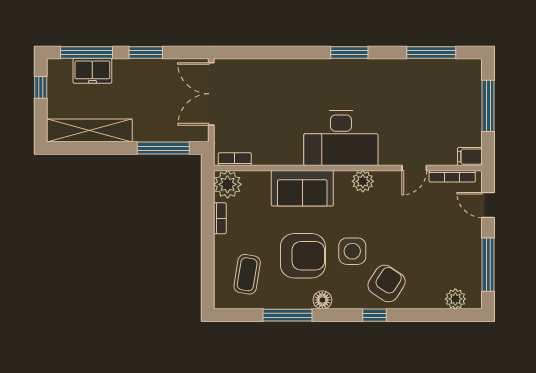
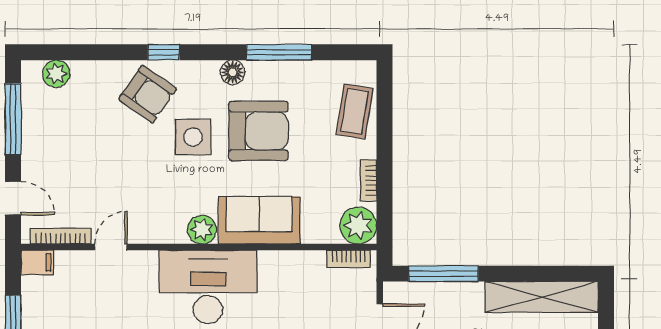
plant: (363, 181) -> (202, 230), moved
armchair: (303, 256) -> (258, 131), turned 180
coffee table: (247, 274) -> (355, 111), moved
armchair: (387, 283) -> (148, 94), turned -88

